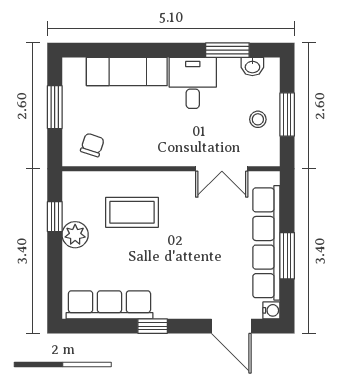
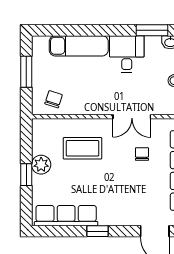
double door: (222, 169) -> (132, 117), moved
window: (55, 217) -> (26, 175), moved
chair: (214, 220) -> (142, 154), added

